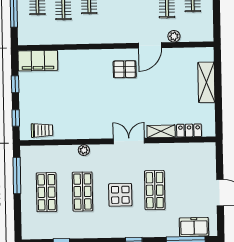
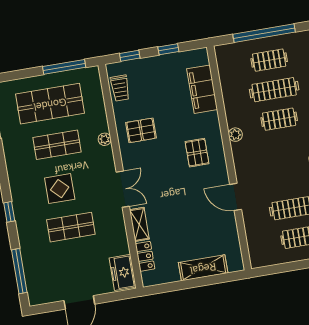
plant: (174, 36) -> (235, 135), moved
filing cabinet: (38, 61) -> (202, 89), moved
pallet: (125, 69) -> (197, 153), moved
pallet: (81, 118) -> (141, 130), added
shop shelf: (46, 192) -> (50, 104), width x1.43, depth x1.36
freezer: (194, 227) -> (123, 272), moved, turned 180

